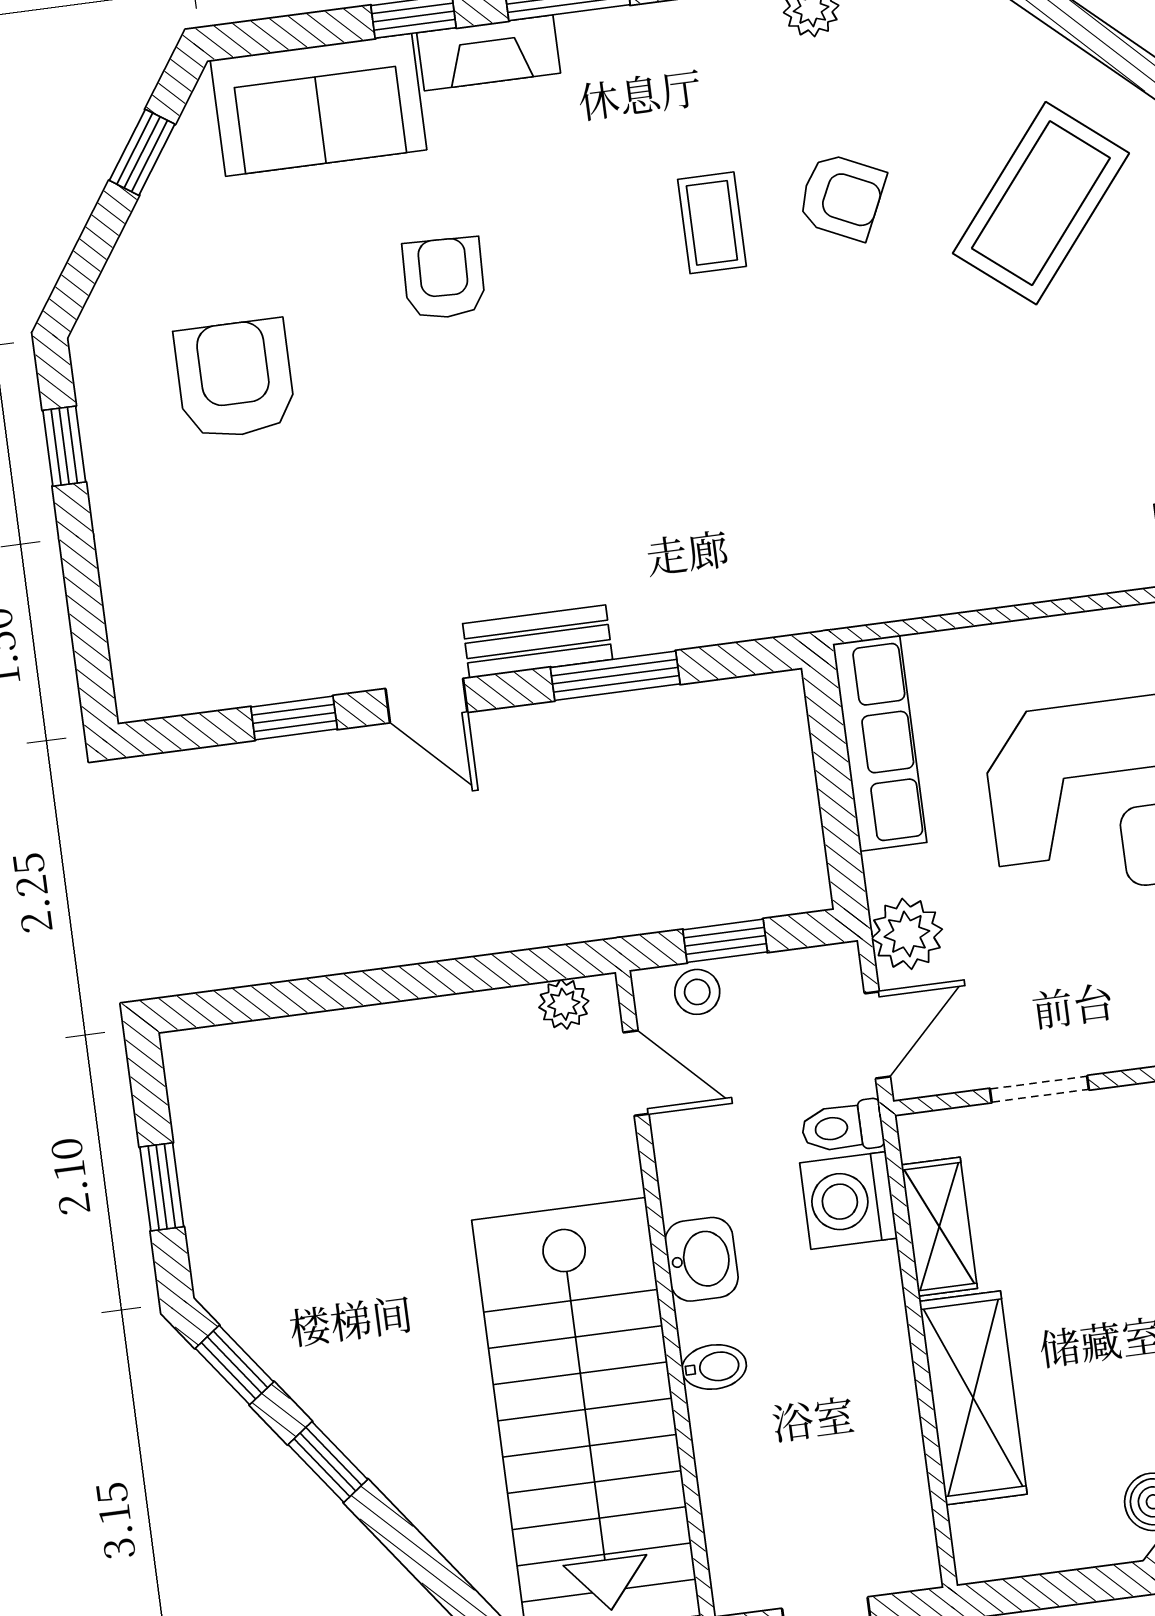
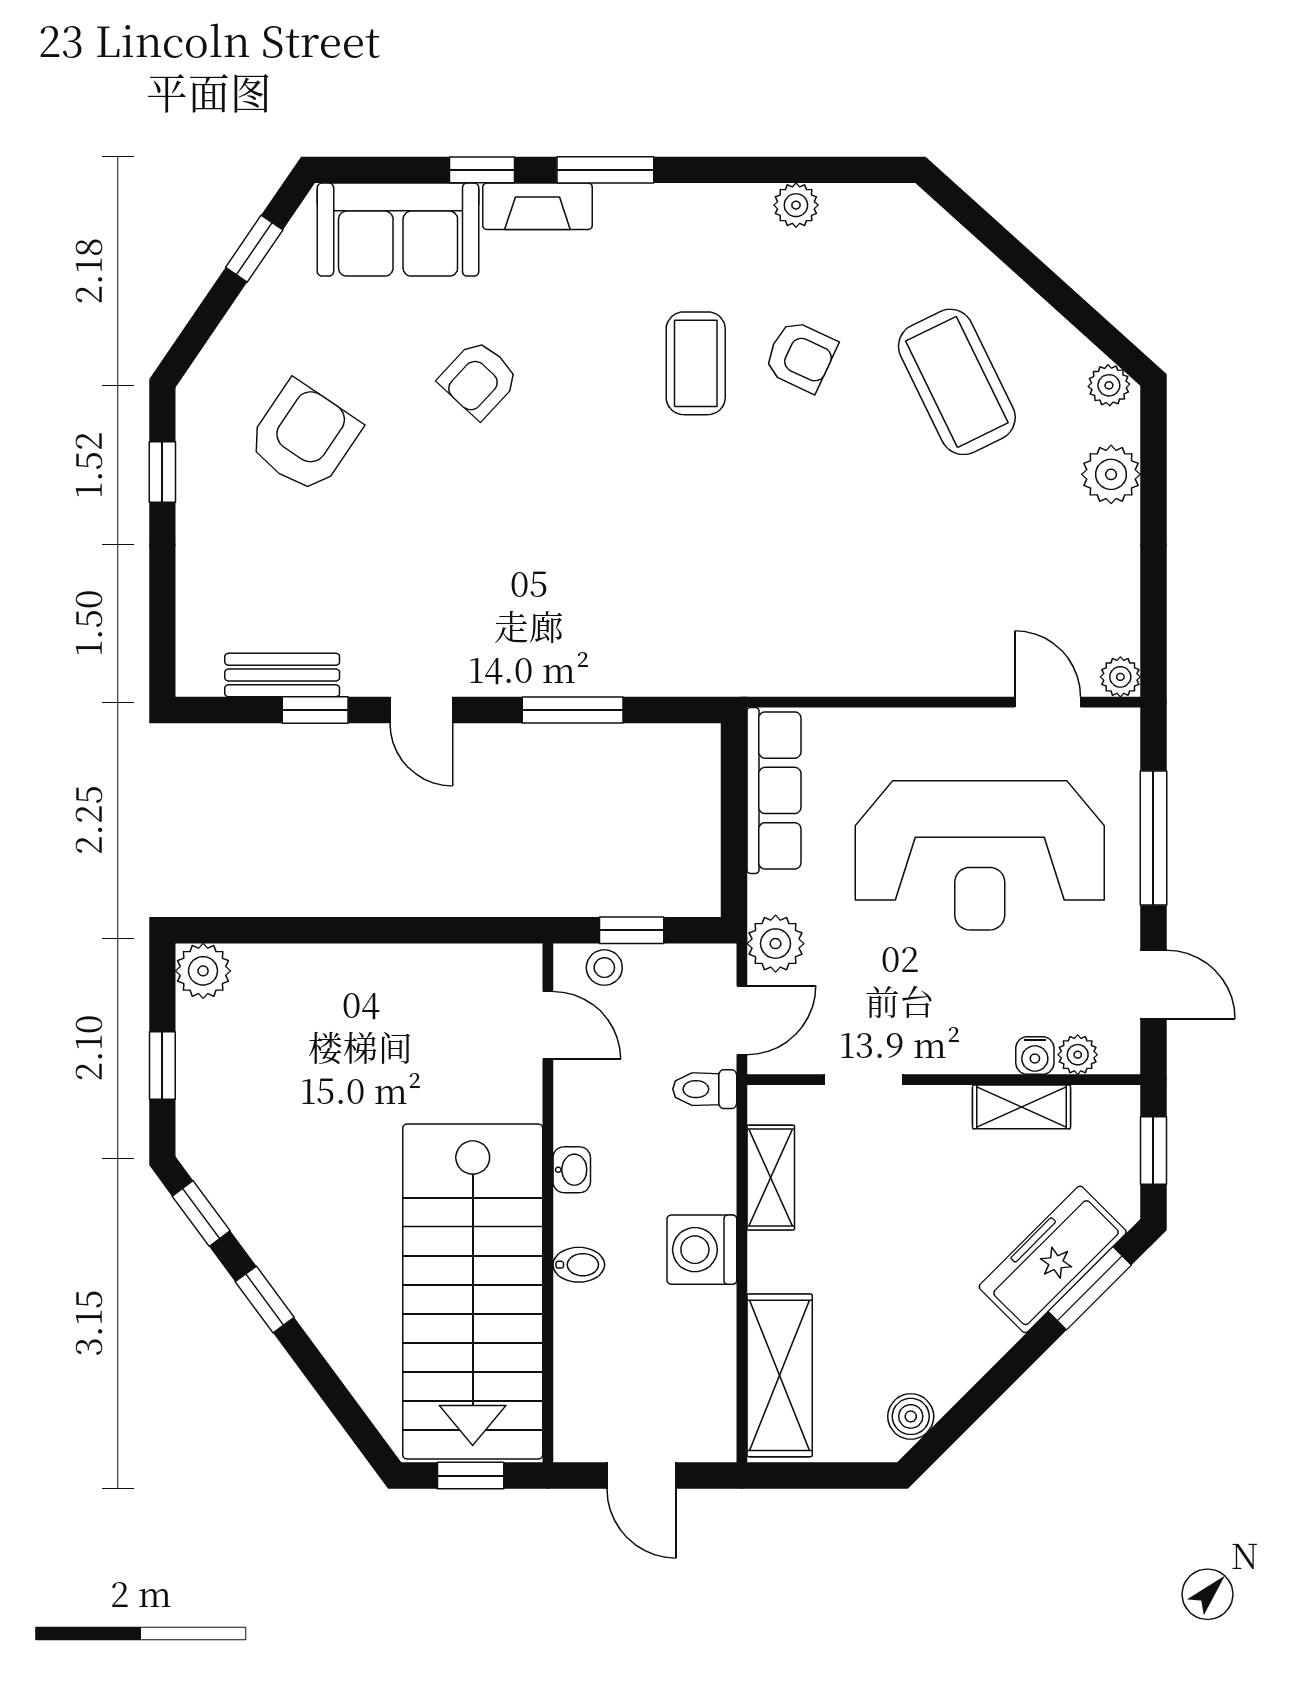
coffee table: (1041, 203) -> (957, 382), turned -65
coffee table: (712, 223) -> (696, 363), width x1.36, depth x1.30
armchair: (444, 278) -> (479, 379), turned -139
armchair: (235, 379) -> (304, 437), turned 34
bench: (538, 641) -> (282, 675), moved
plant: (564, 1004) -> (203, 971), moved, width x1.38, depth x1.38
washing machine: (848, 1201) -> (702, 1250), moved
washbasin: (702, 1259) -> (572, 1170), width x0.72, depth x0.69
shelving: (973, 1398) -> (780, 1375), moved

